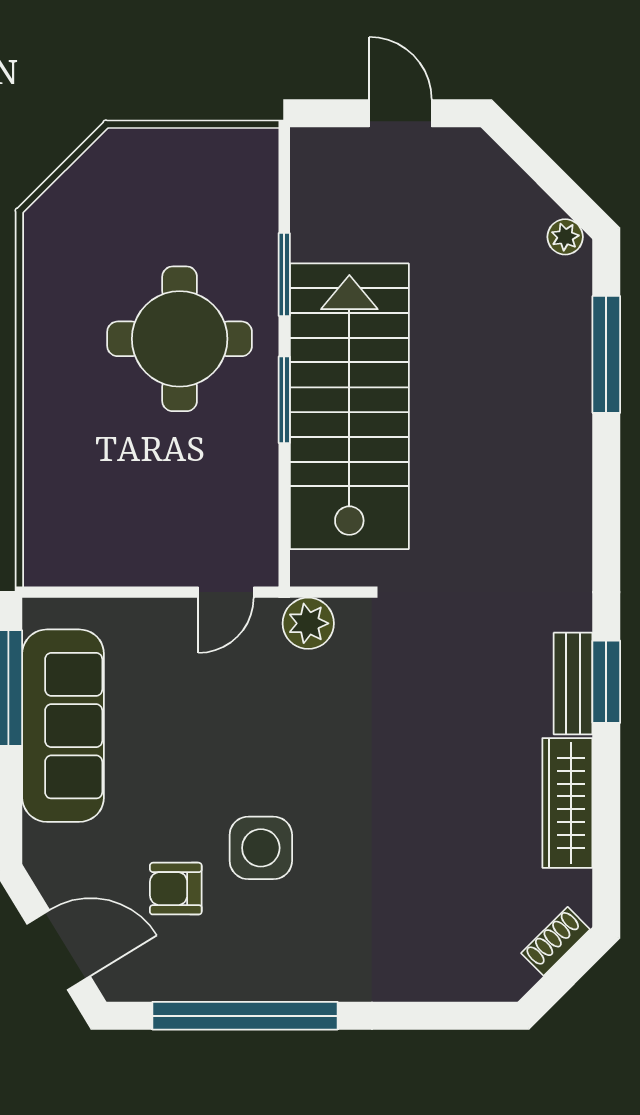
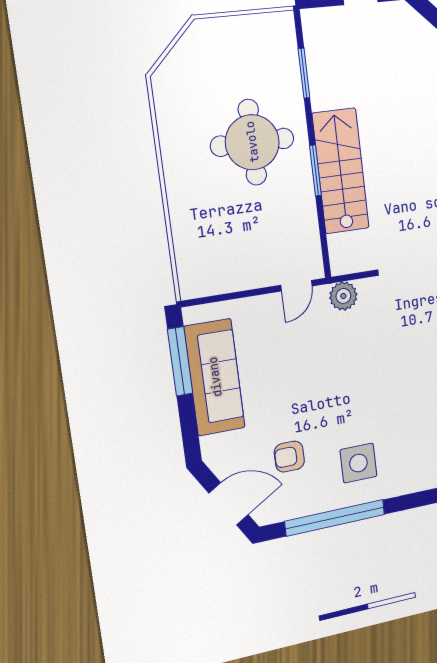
window: (284, 275) -> (304, 73), moved
stairs: (349, 406) -> (341, 171), width x0.73, depth x0.66
side table: (261, 848) -> (358, 463), moved

